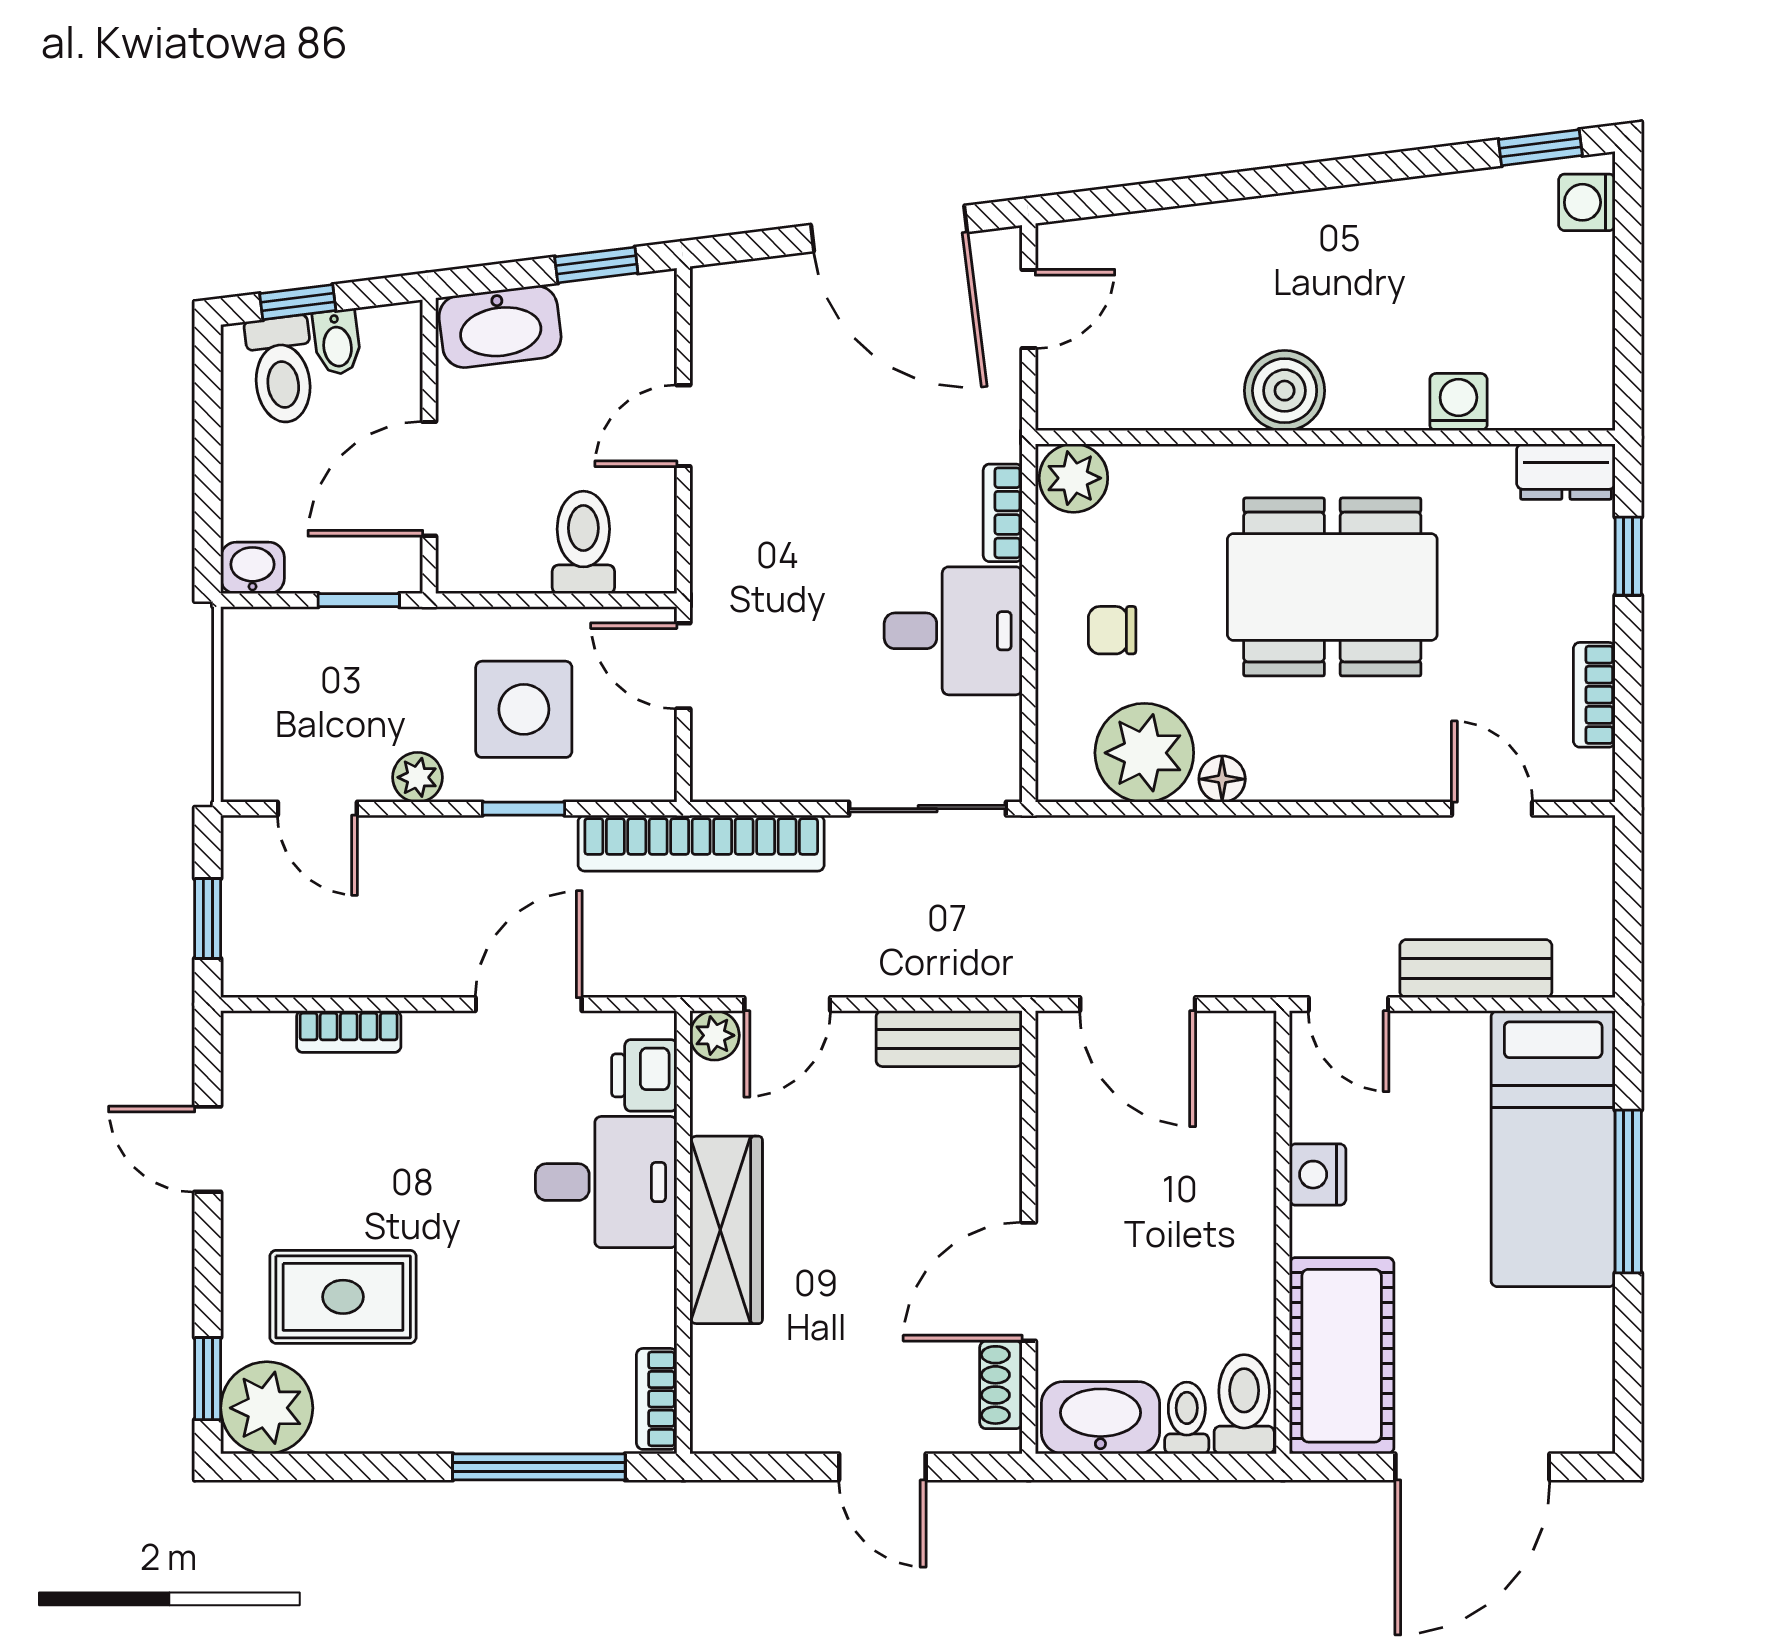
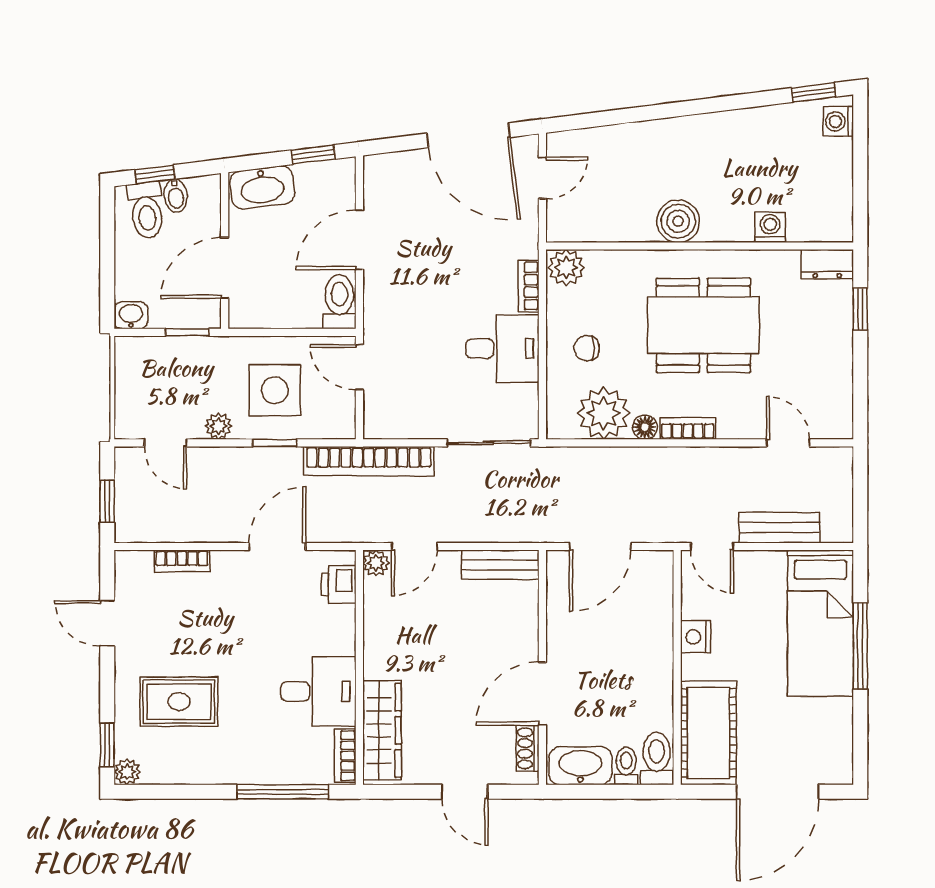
door: (683, 426) -> (359, 240), width x1.37
toilet: (583, 542) -> (339, 302), moved
bookcase: (1594, 695) -> (688, 428), moved, turned 90
door: (1138, 1004) -> (600, 547), hinge flipped
desk: (606, 1182) -> (318, 691), moved
wardrobe: (726, 1230) -> (382, 730), moved
plant: (267, 1408) -> (127, 772), width x0.53, depth x0.53

